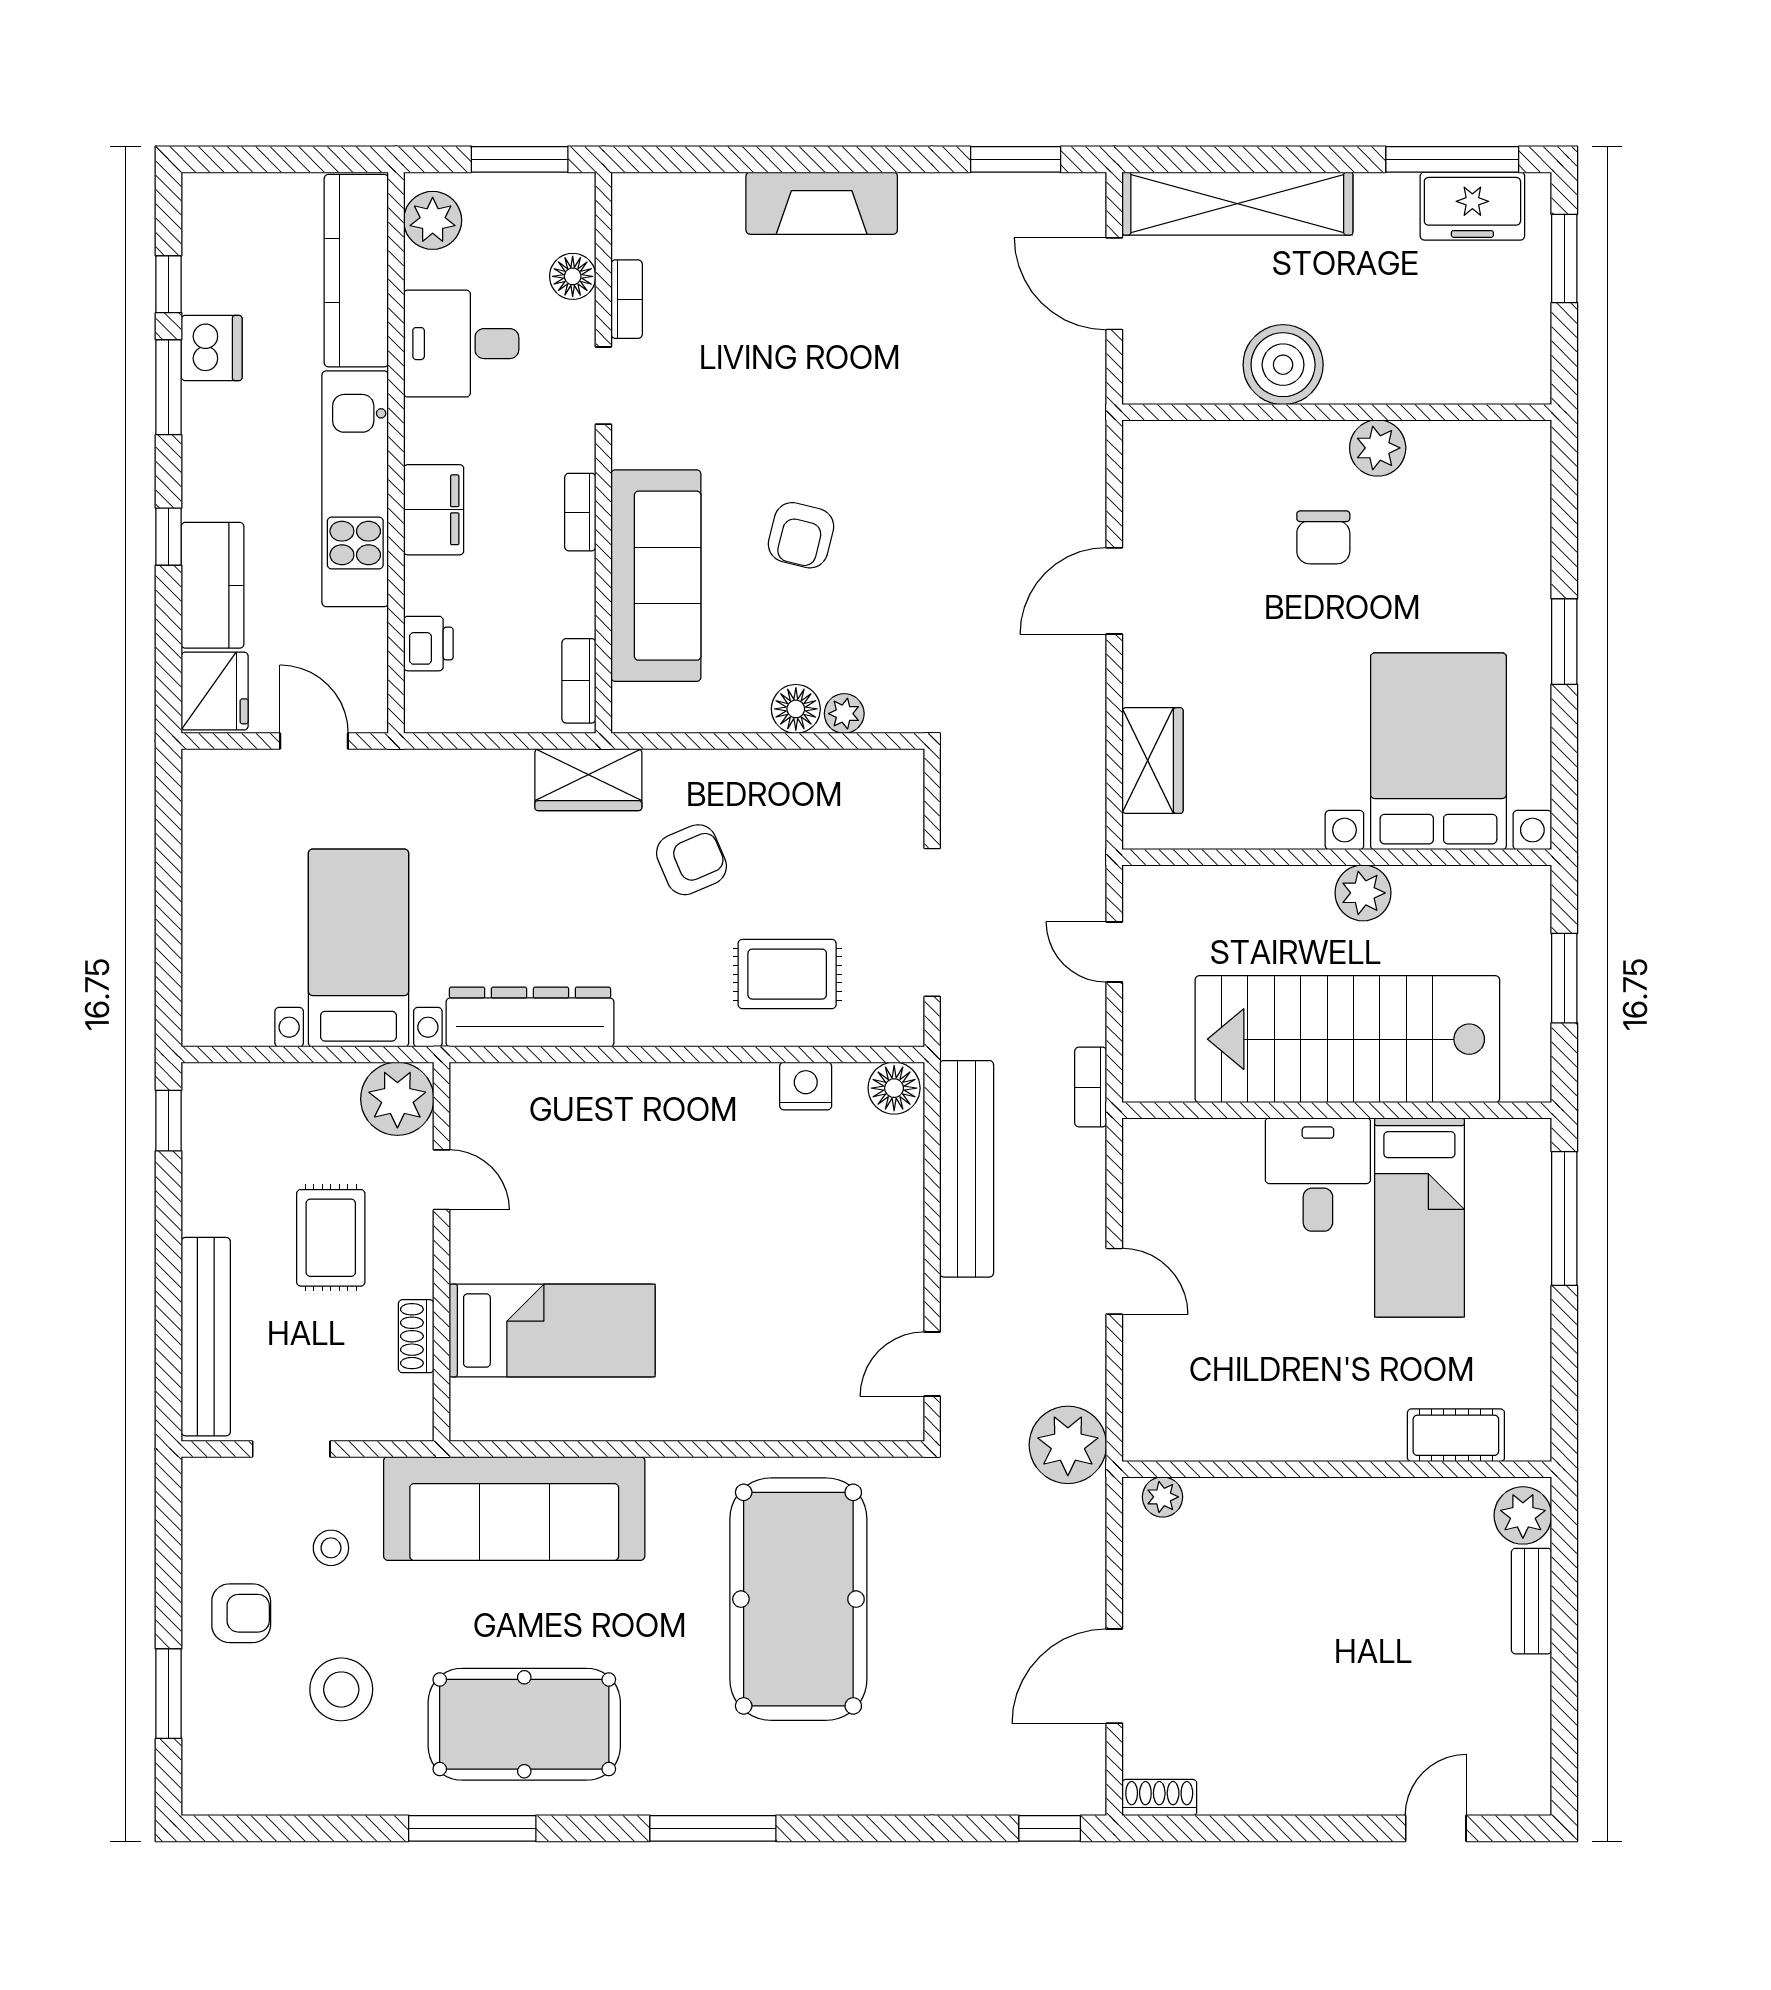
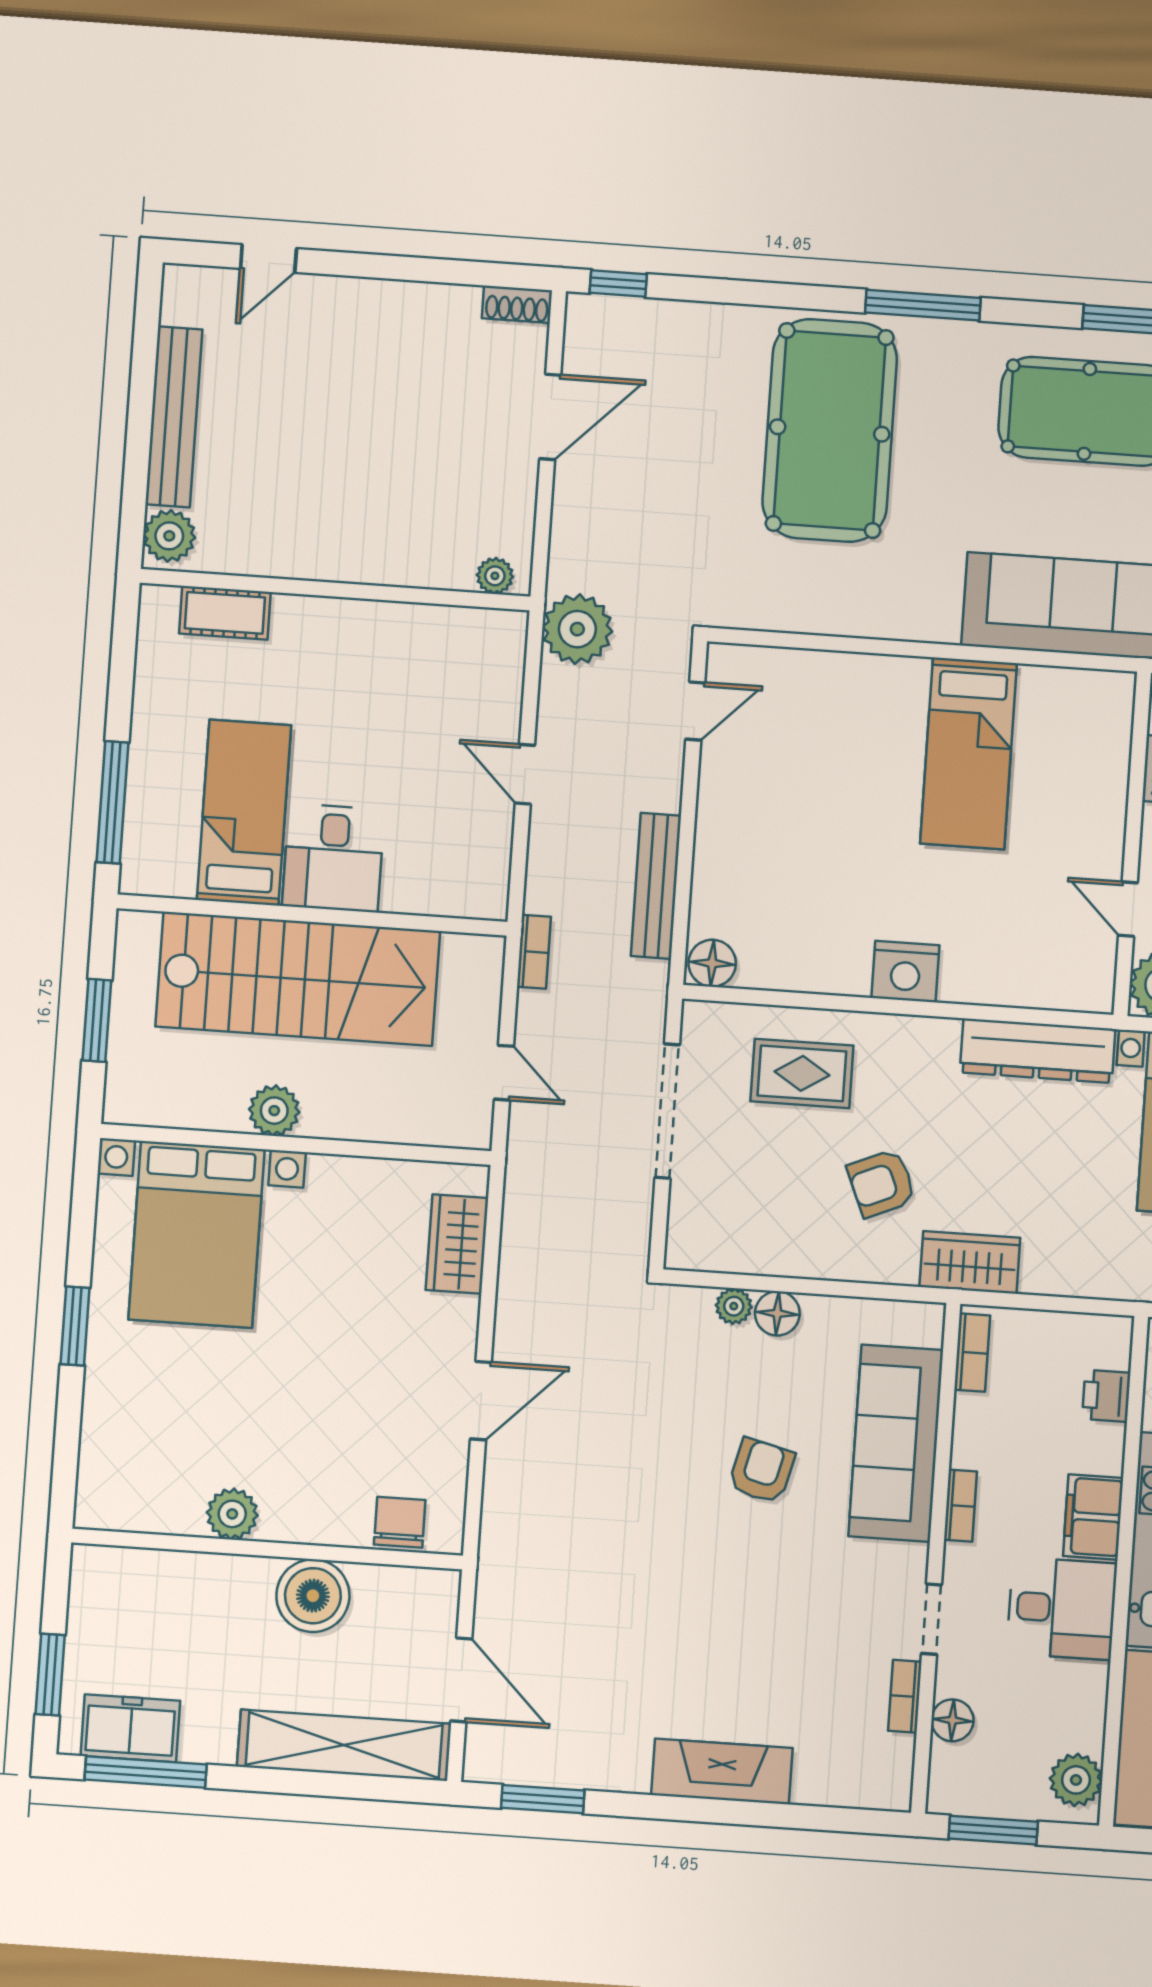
desk: (461, 344) -> (1062, 1608), moved
chair: (1323, 537) -> (400, 1522), moved
nightstand: (806, 1086) -> (905, 972), moved, width x1.36, depth x1.33
bench: (967, 1169) -> (656, 886), width x0.73, depth x0.82
bed: (552, 1330) -> (969, 753), moved, turned -90
pool table: (798, 1599) -> (830, 430), moved
bench: (1531, 1601) -> (174, 417), width x1.86, depth x1.21

